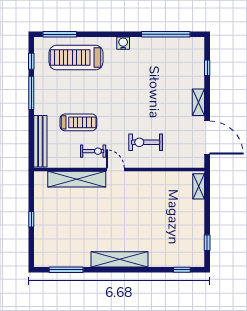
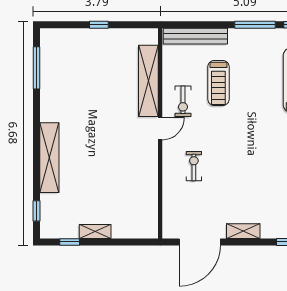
exercise bike: (146, 142) -> (194, 166), width x0.73, depth x0.72
shelving: (199, 186) -> (95, 232), moved
shelving: (119, 259) -> (49, 158), moved

